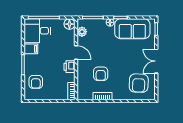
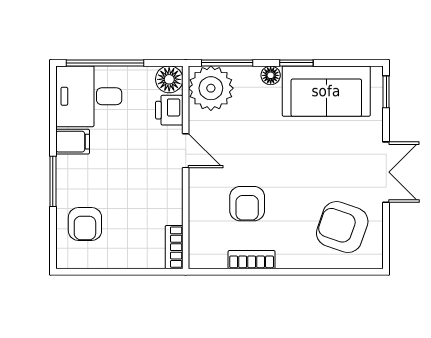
plant: (82, 32) -> (211, 88), width x1.87, depth x1.87
double door: (156, 61) -> (386, 172), swing flipped
printer: (69, 67) -> (169, 110), moved
armchair: (139, 83) -> (342, 227), turned 107

